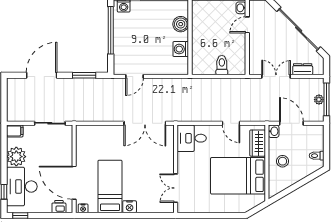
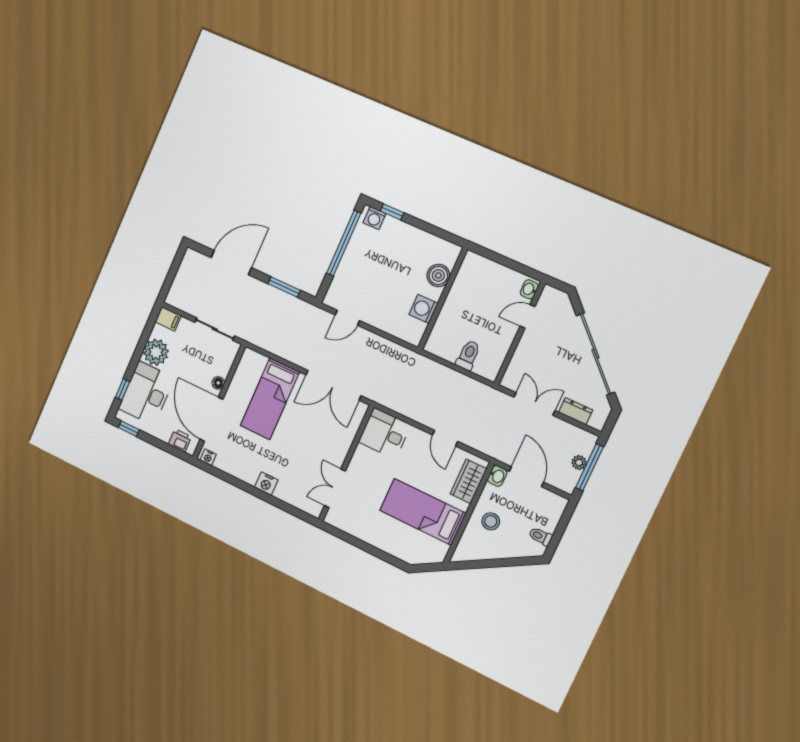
floor lamp: (68, 157) -> (218, 383), added
bed: (238, 176) -> (423, 512), width x0.67
bed: (110, 186) -> (270, 399), moved, turned 180

